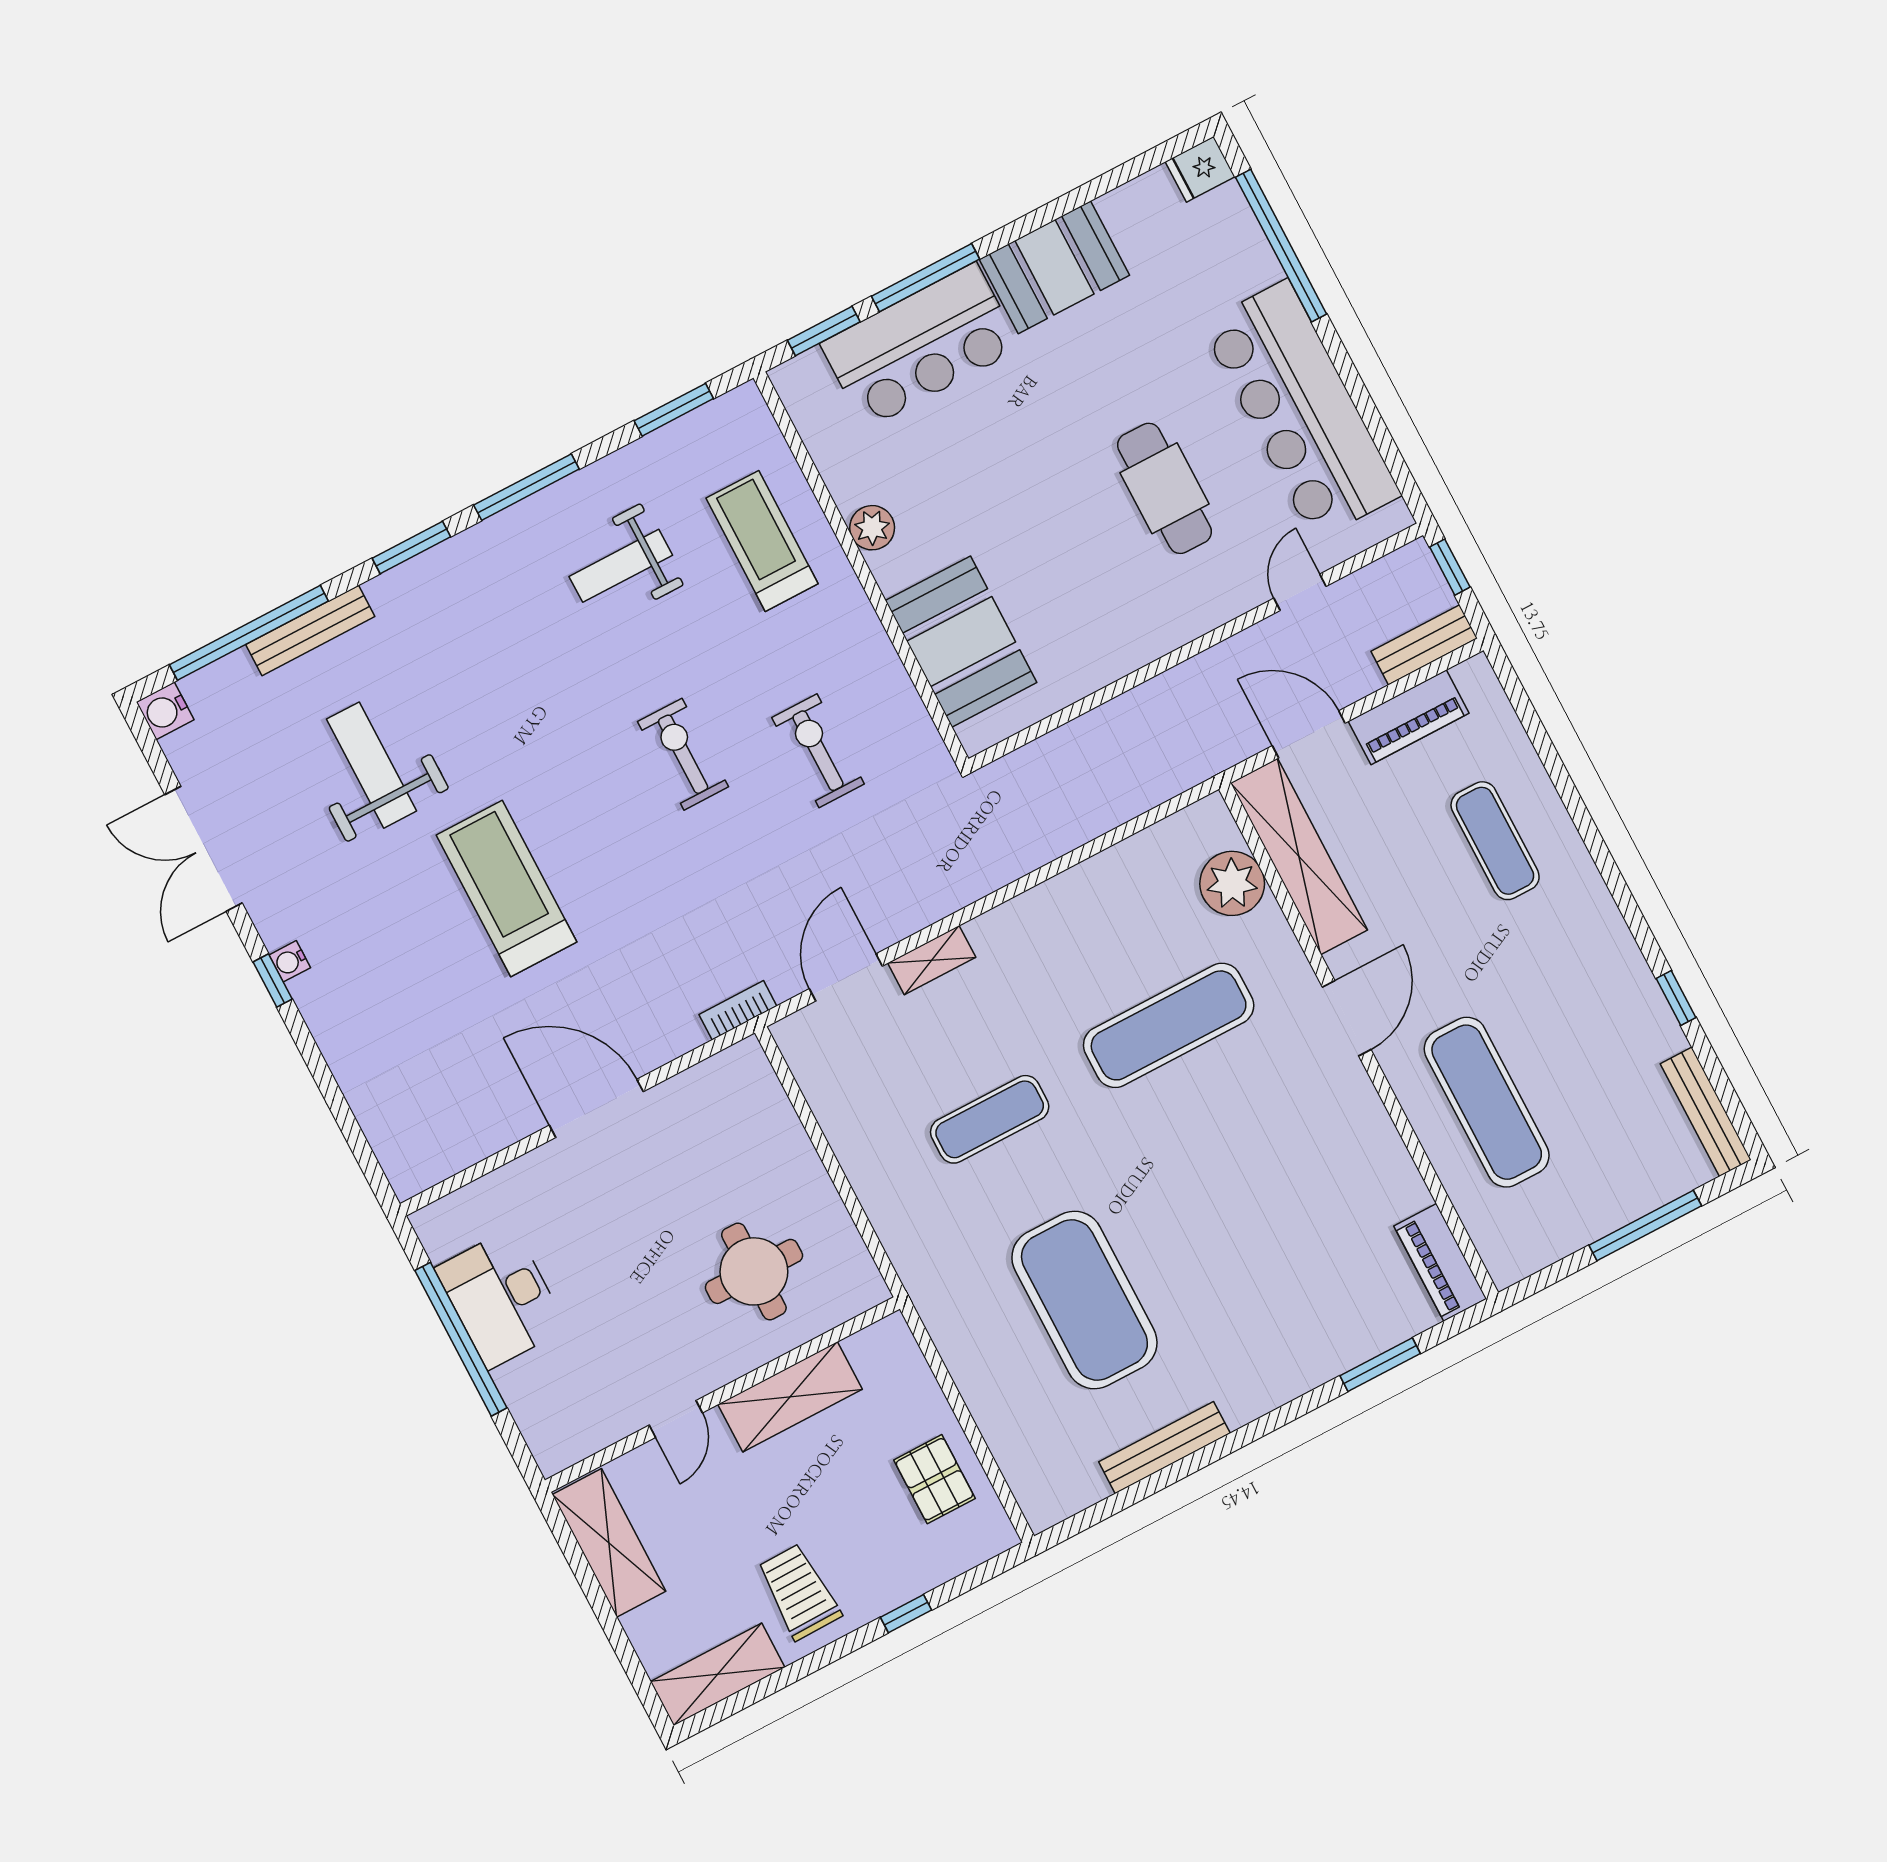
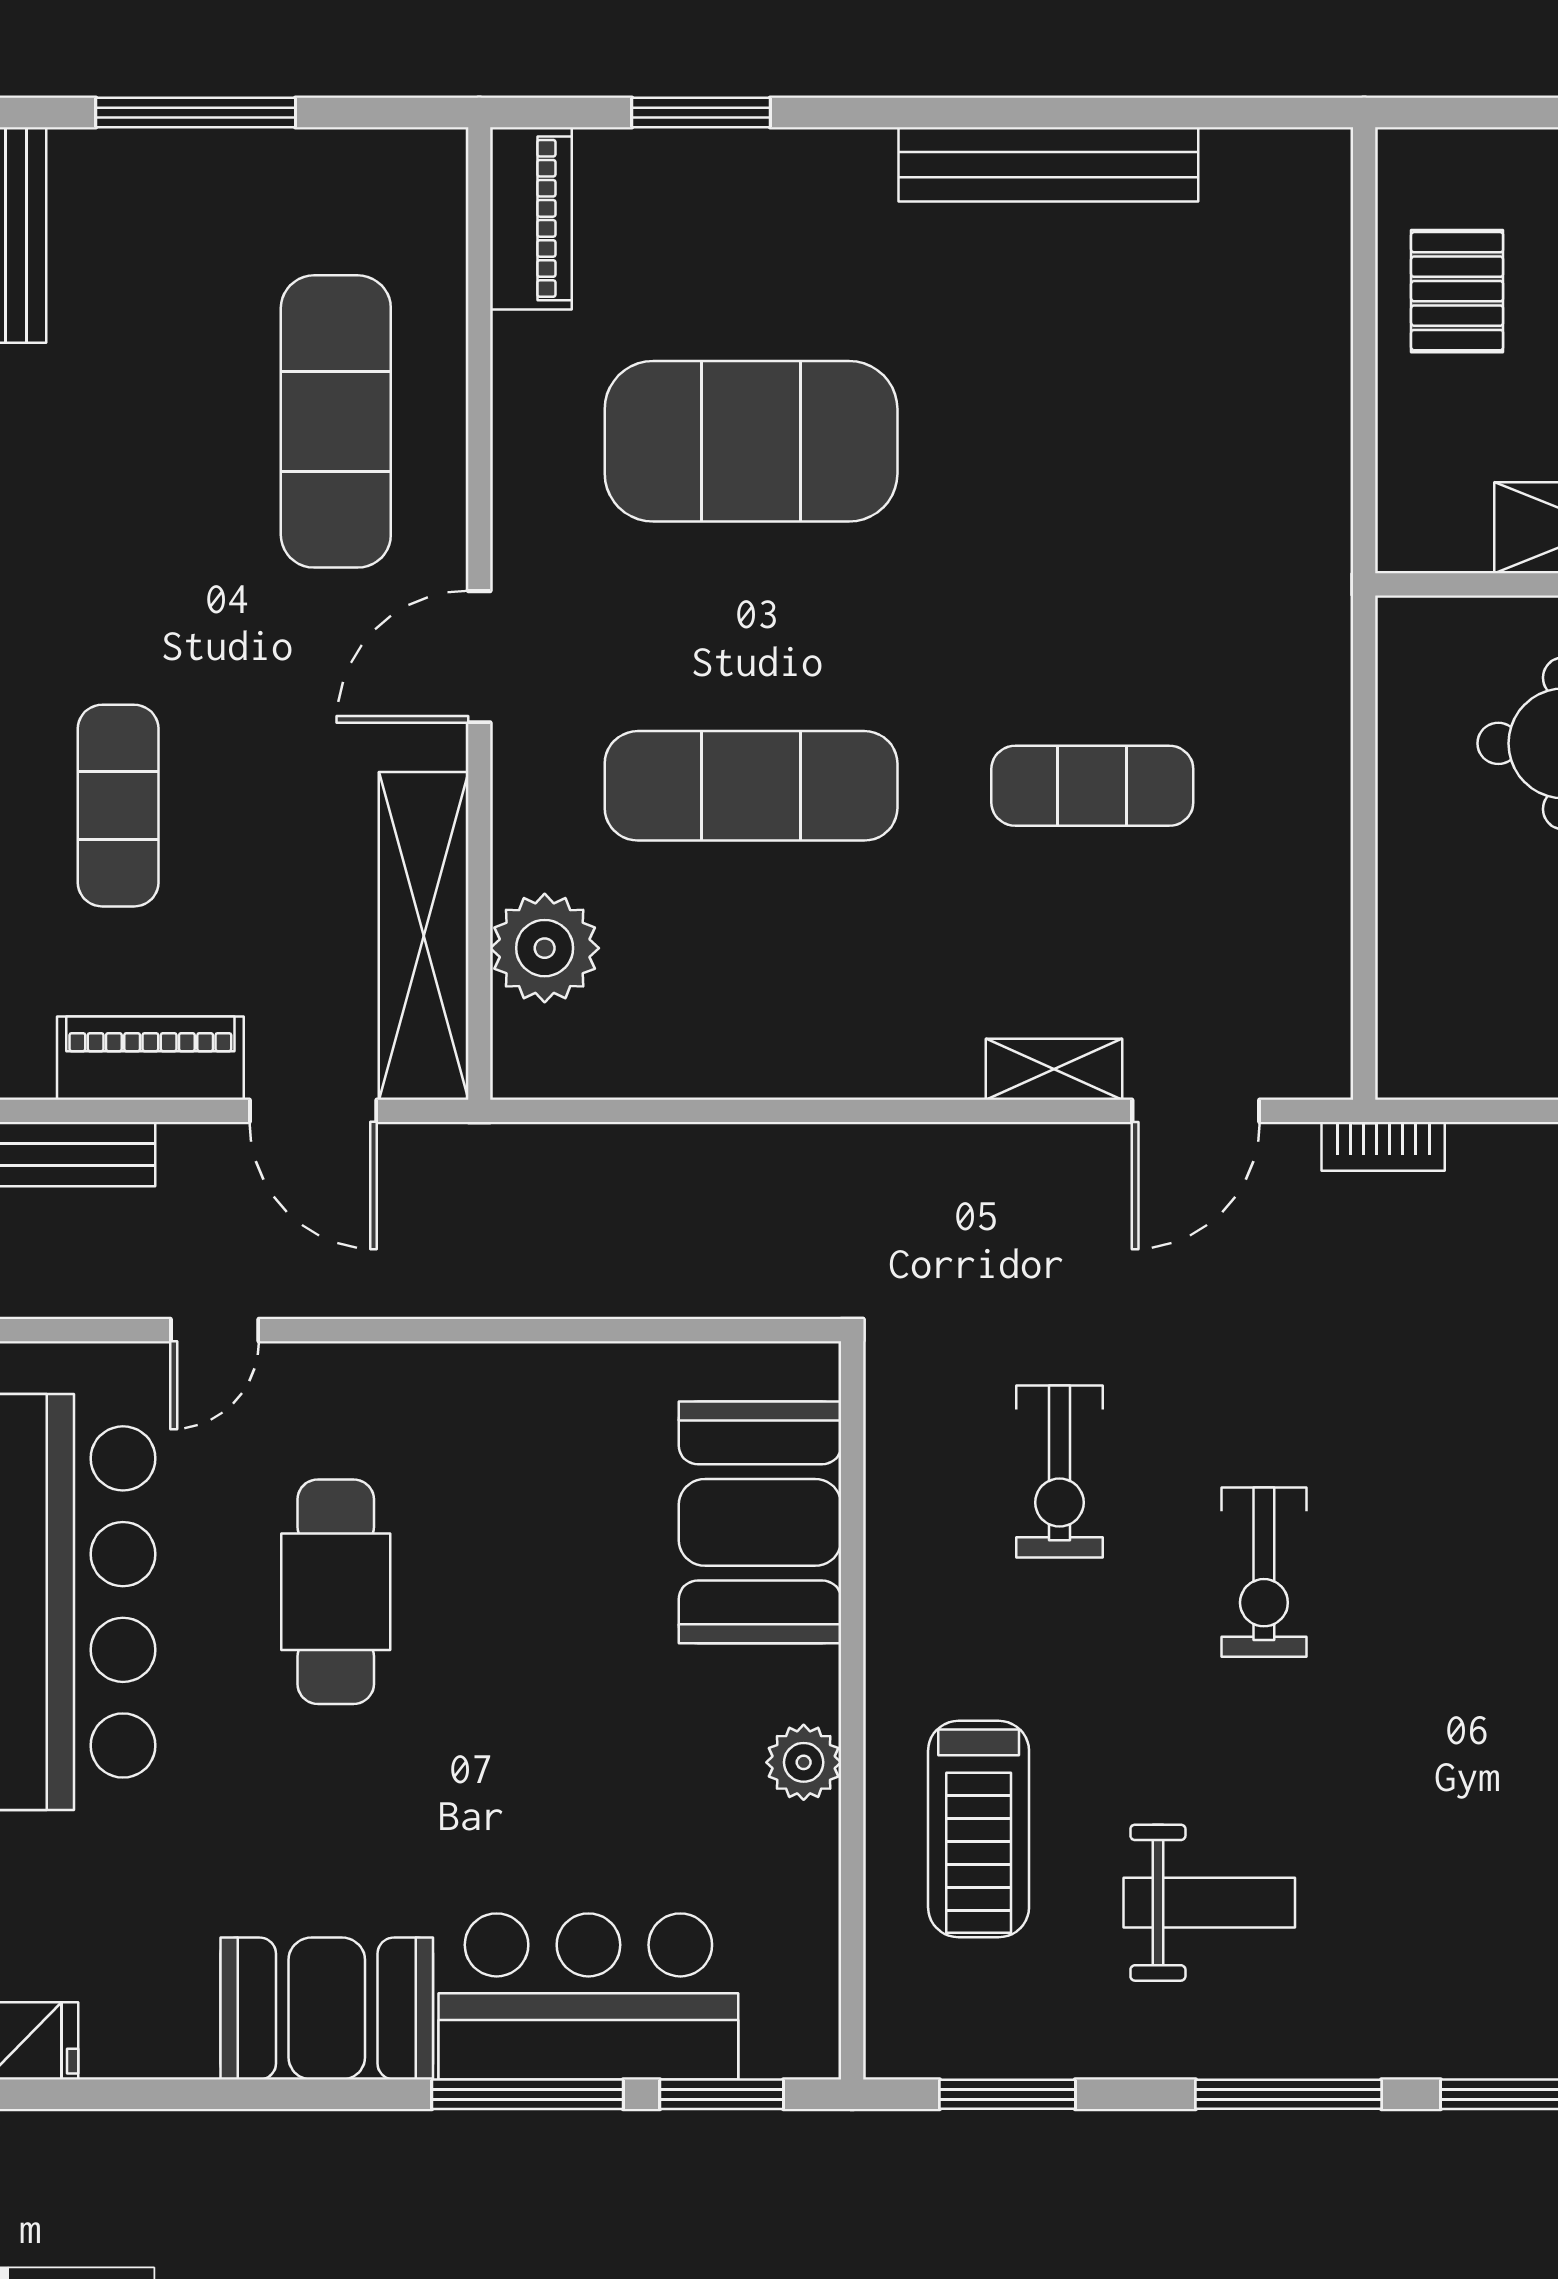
exercise mat: (1084, 1300) -> (751, 441), moved, turned 90
bench: (1164, 1448) -> (1048, 164), width x1.37, depth x1.21

